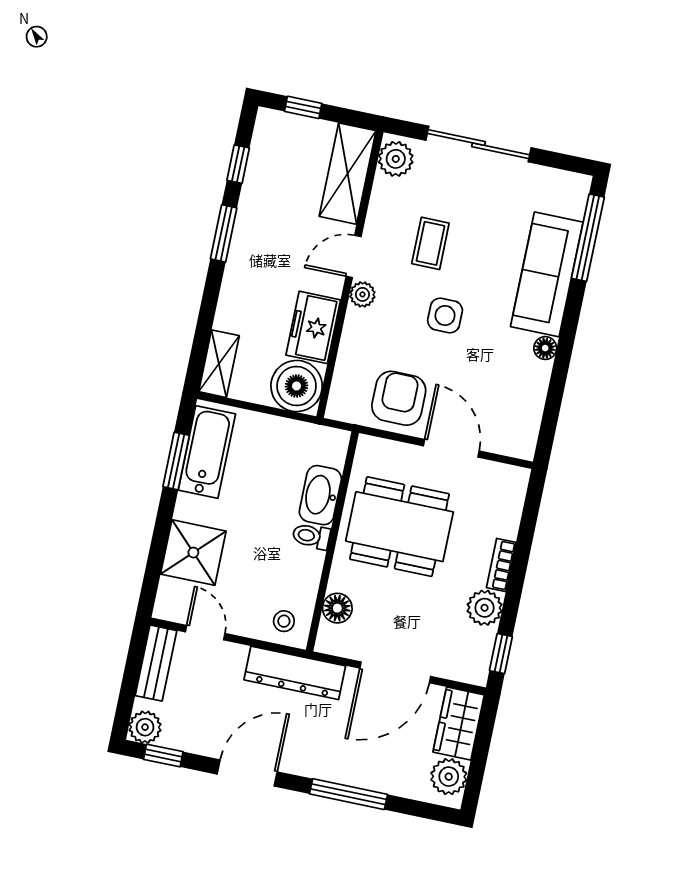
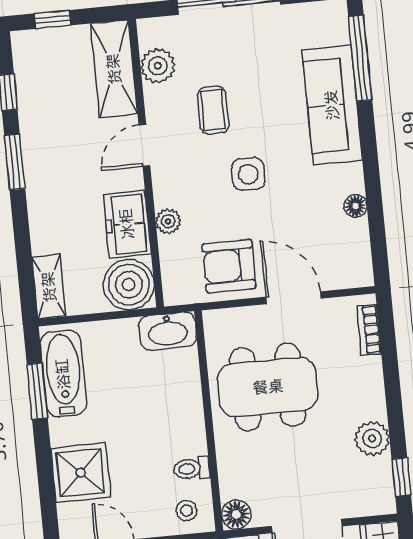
plant: (396, 159) -> (158, 66), moved
plant: (362, 294) -> (168, 221), moved
floor lamp: (545, 348) -> (356, 206), moved
armchair: (399, 398) -> (229, 266), turned -90
washbasin: (320, 495) -> (168, 331), moved, turned -90
toilet: (311, 536) -> (192, 469), moved
bookcase: (501, 565) -> (369, 330), moved
floor lamp: (337, 608) -> (236, 515), moved

